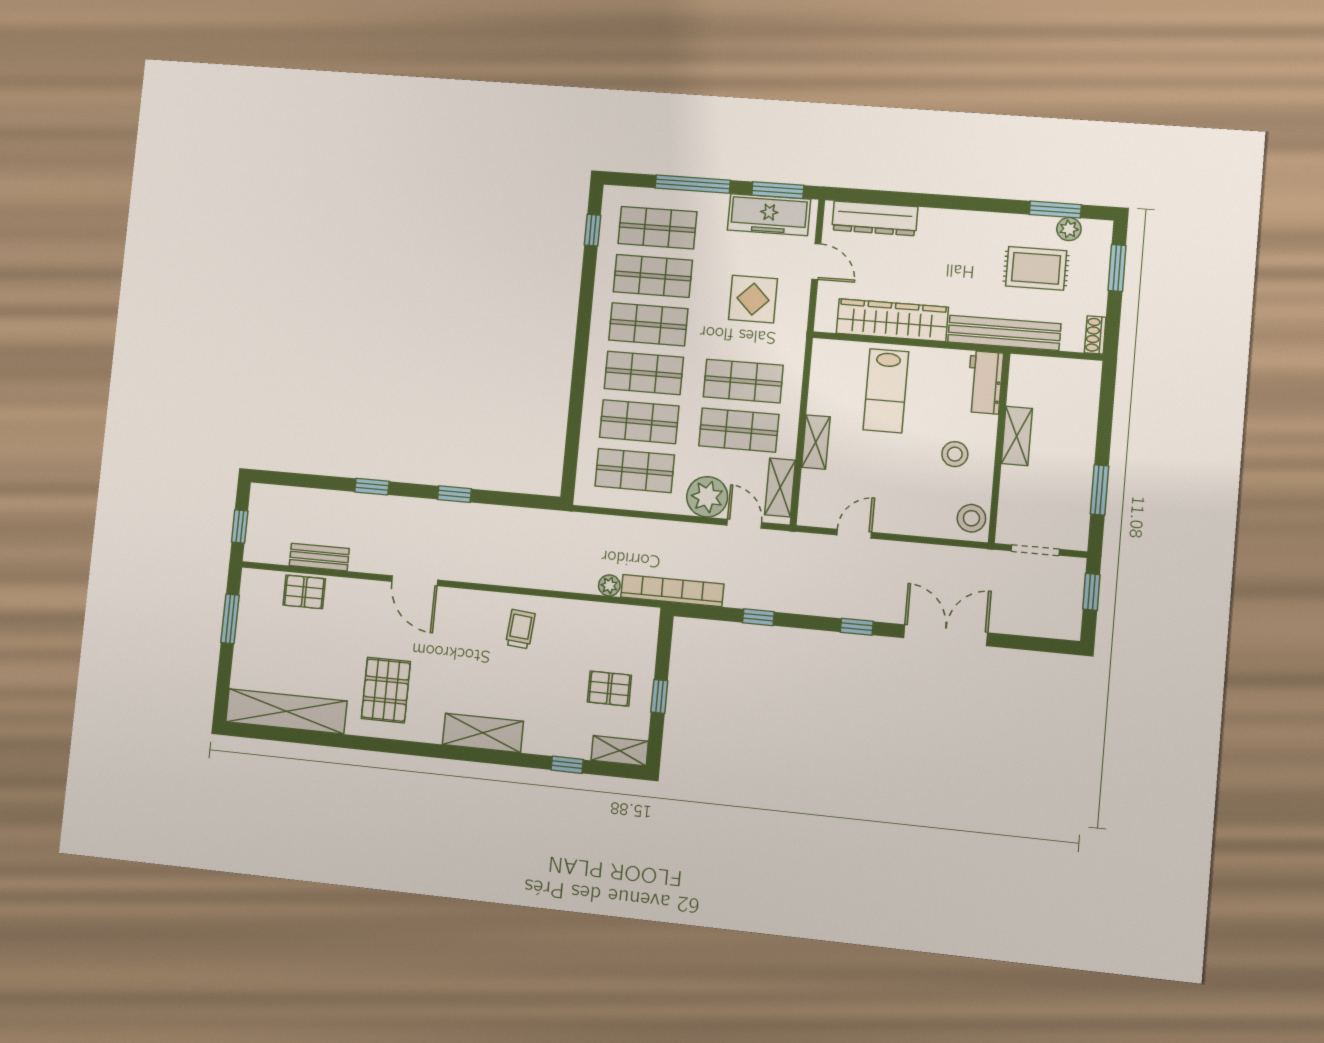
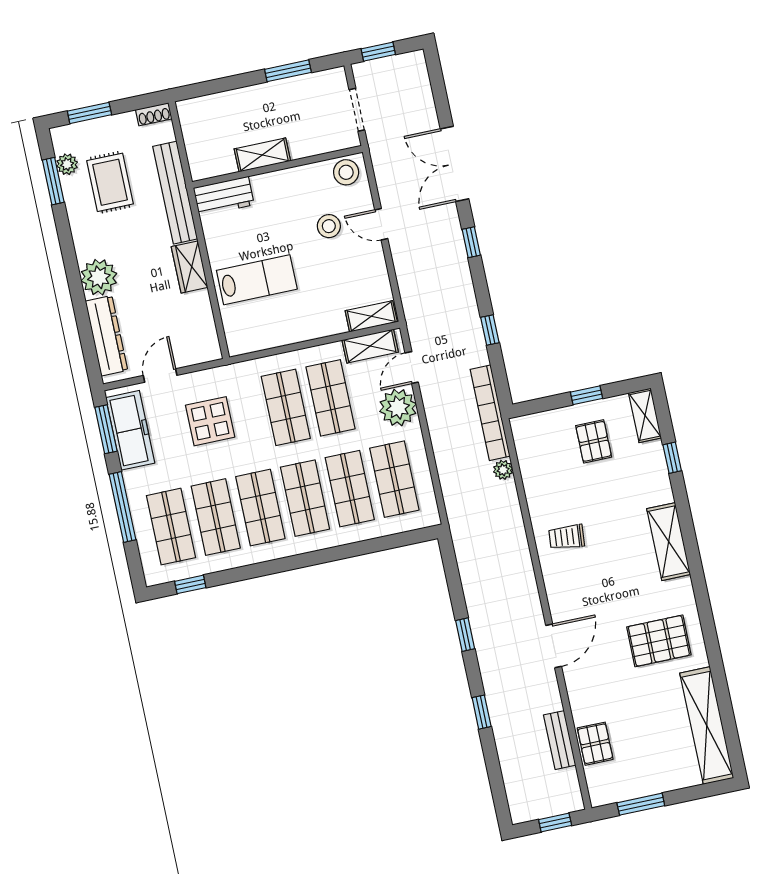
plant: (939, 228) -> (99, 277), added
wardrobe: (892, 320) -> (190, 267), width x0.48, depth x0.85
shelving: (816, 442) -> (371, 316), moved
stool: (955, 454) -> (329, 226), moved
door: (854, 534) -> (381, 224), moved

